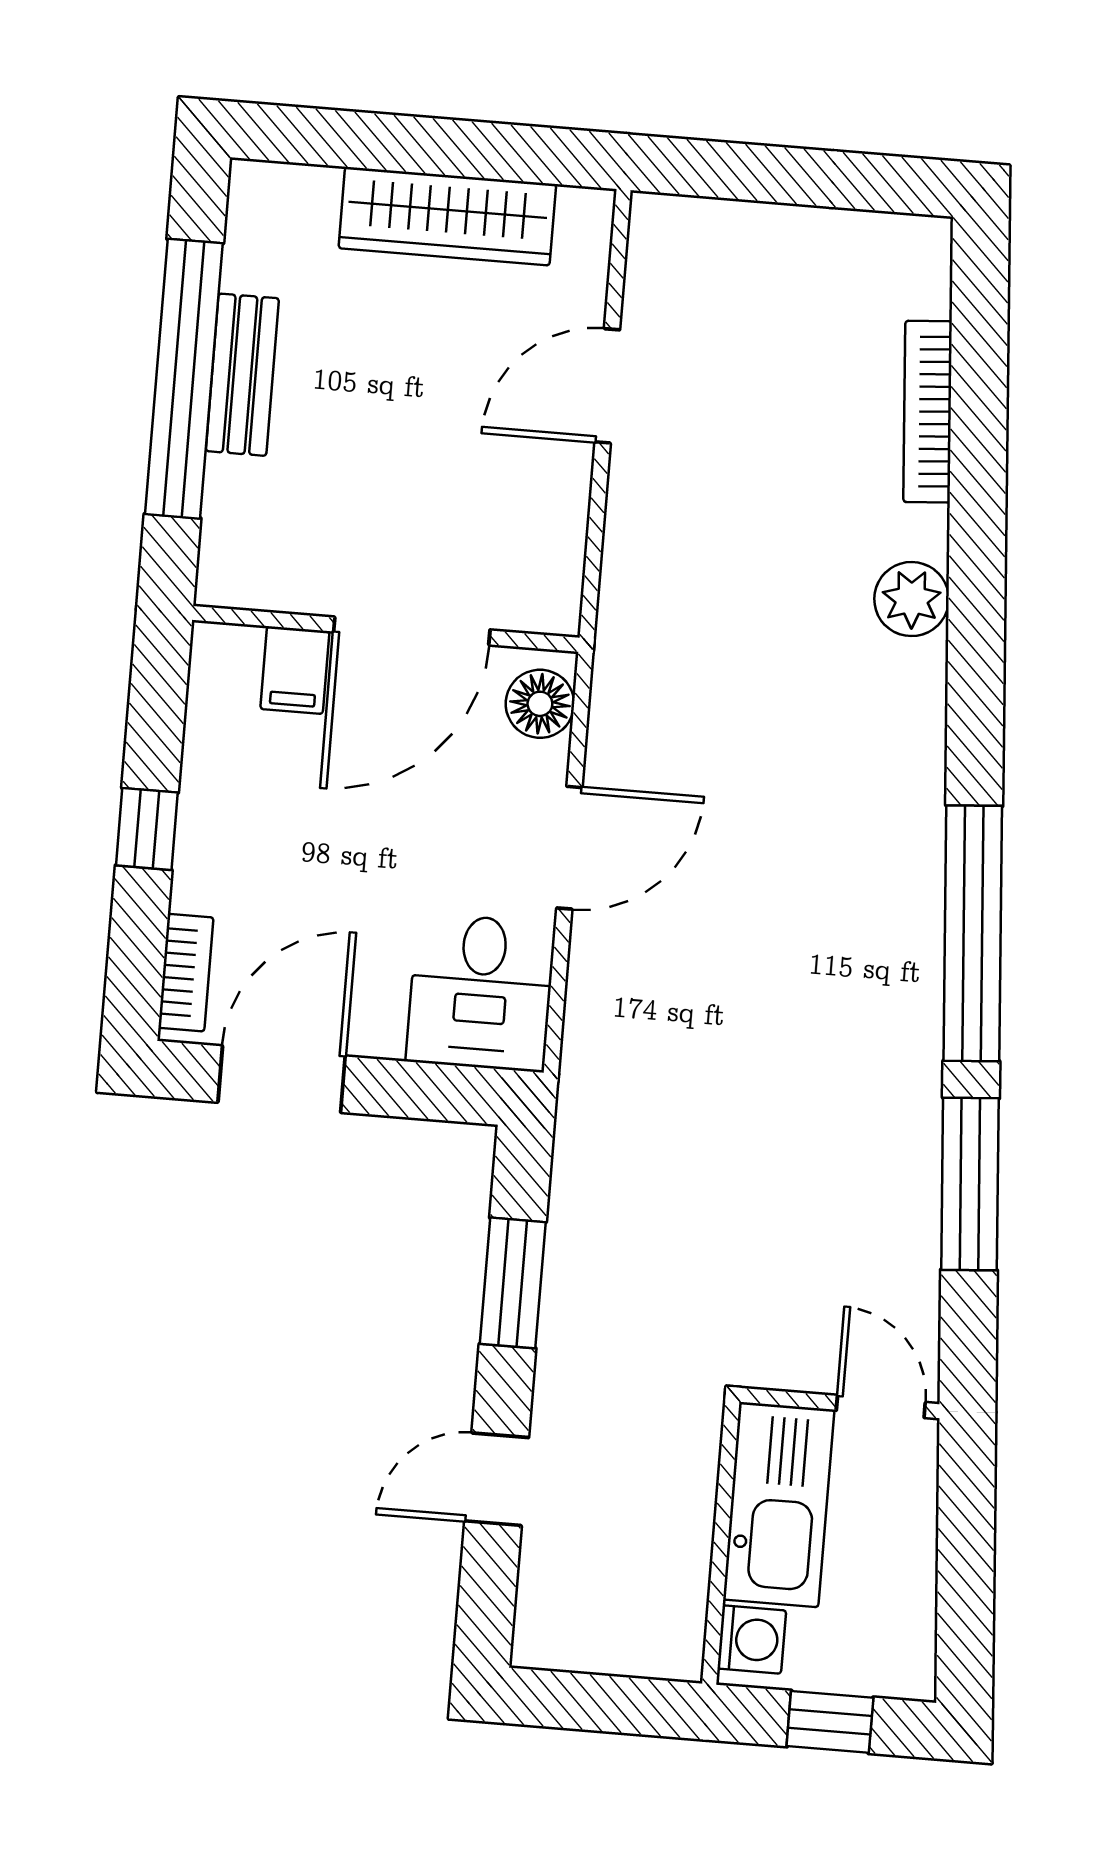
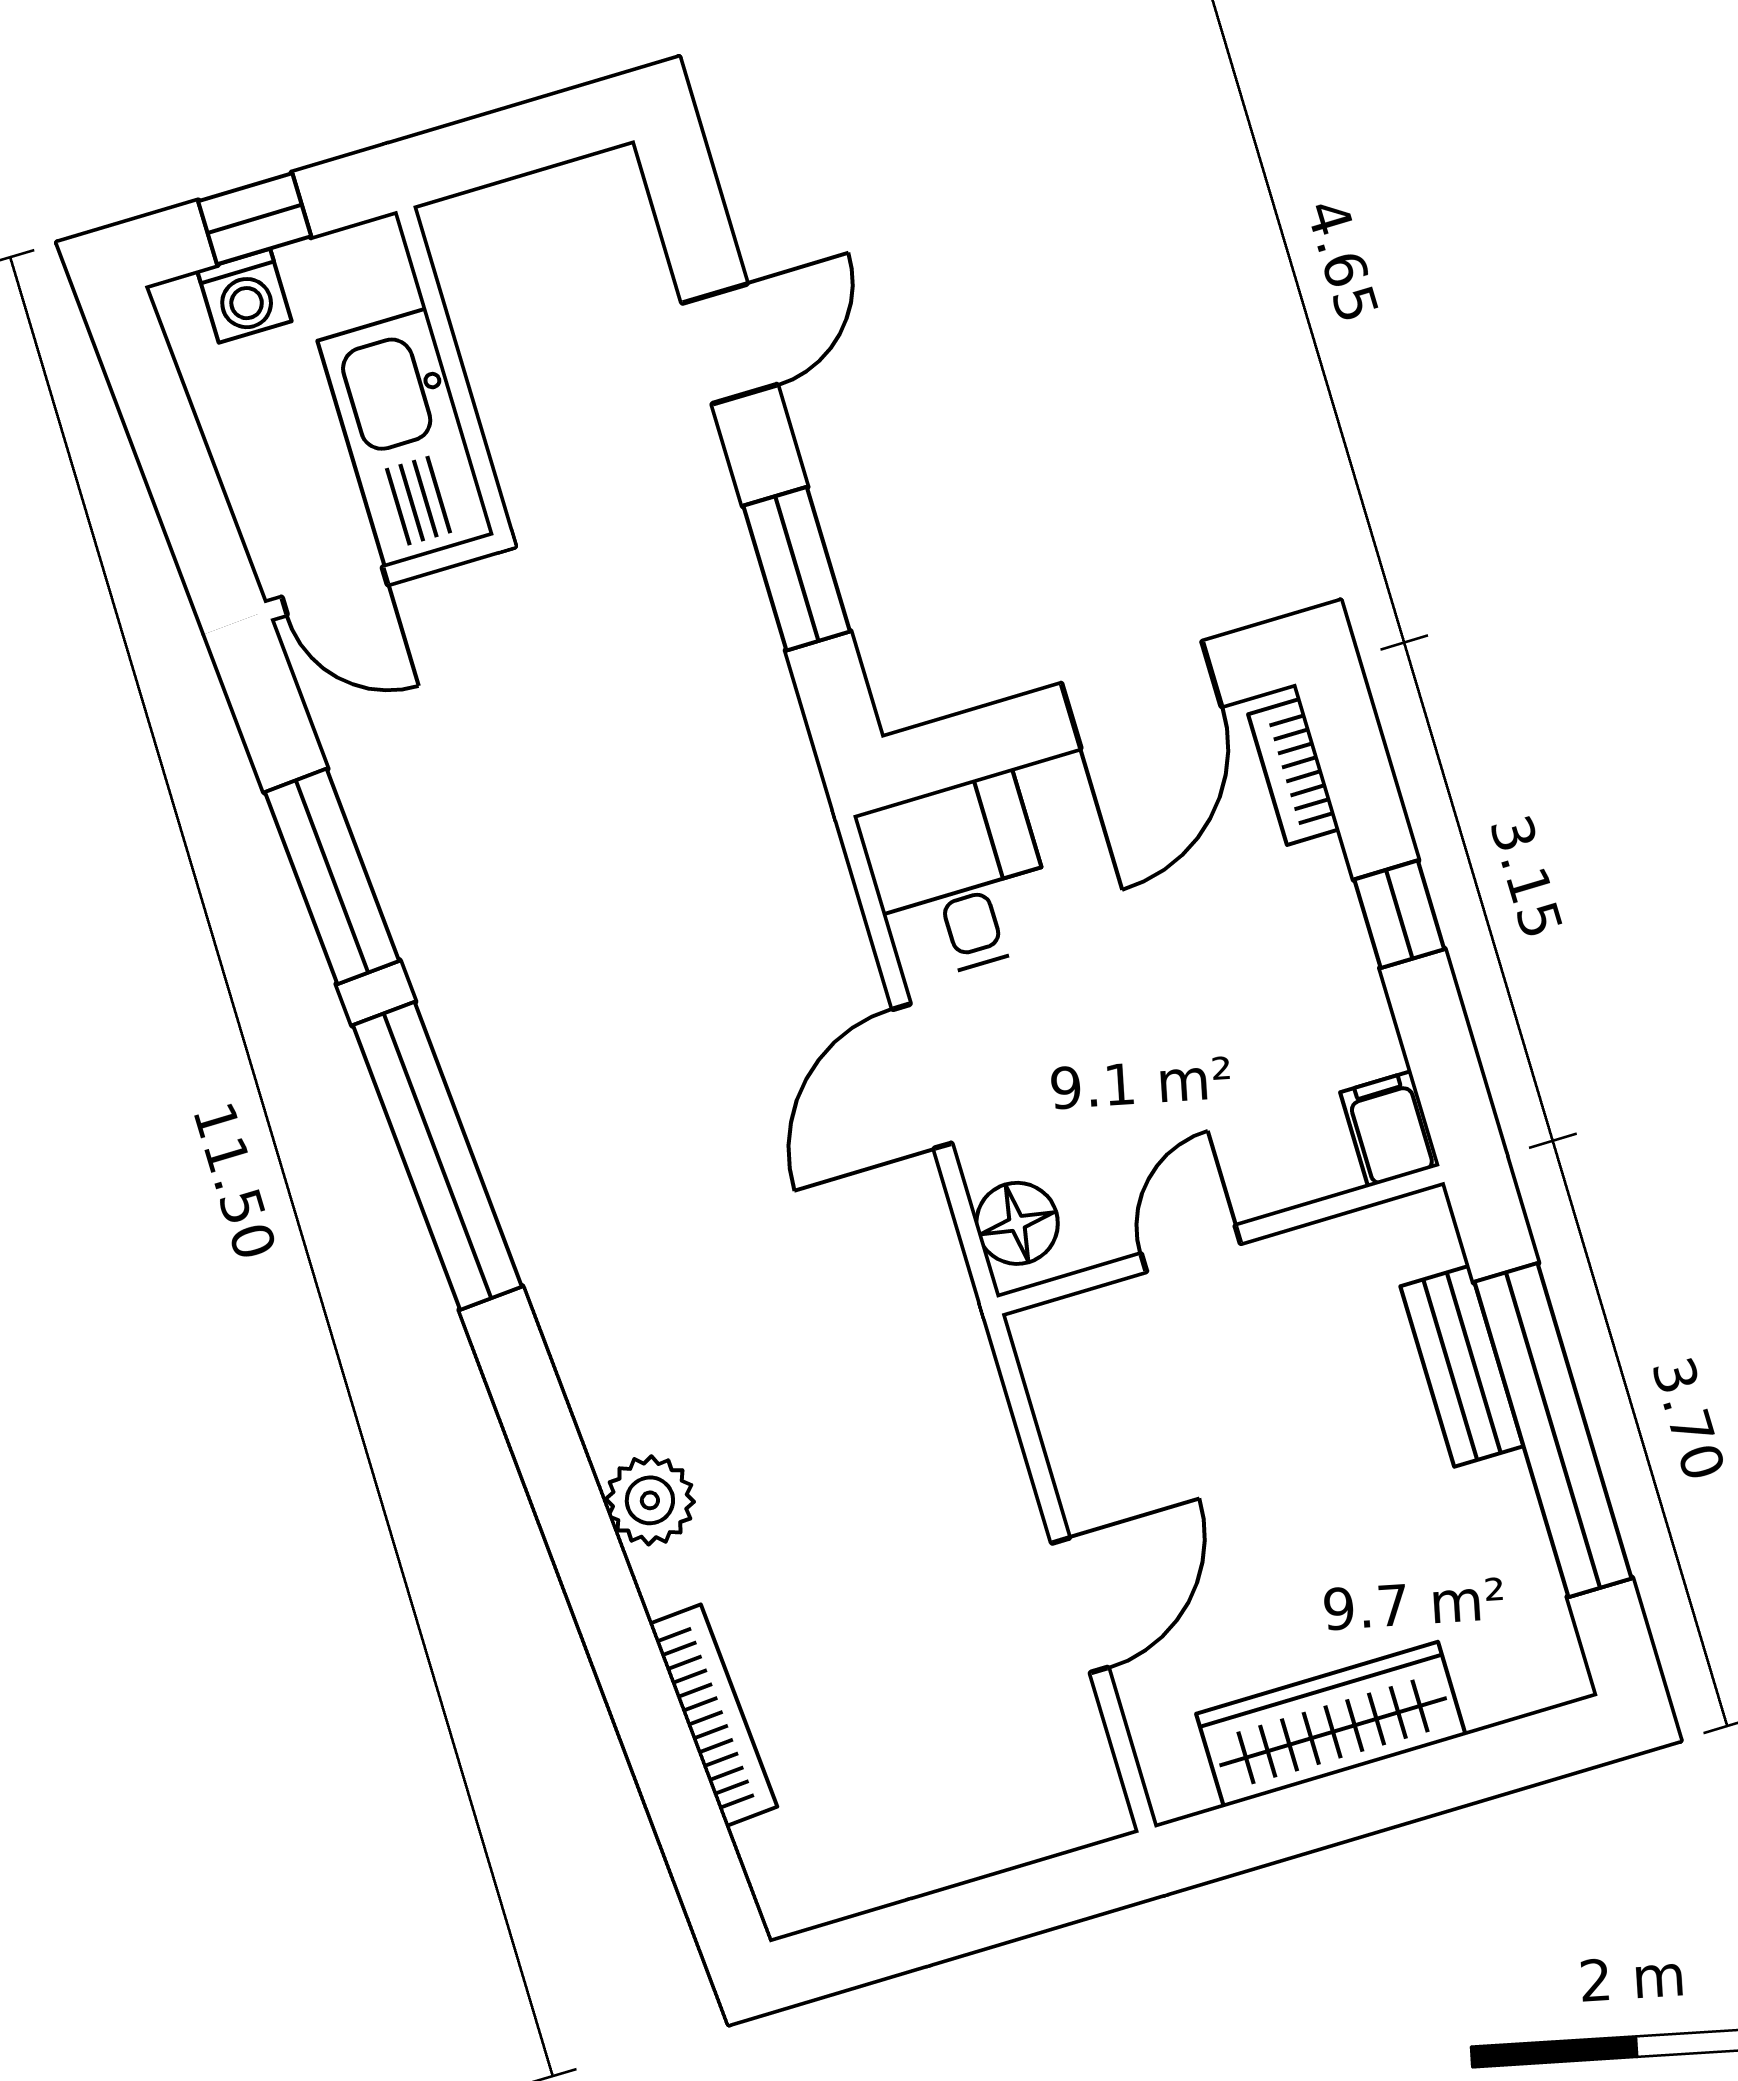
bench: (242, 375) -> (1462, 1366), moved
door: (412, 631) -> (1191, 1249), width x0.53
filing cabinet: (295, 670) -> (1390, 1129), moved
washing machine: (752, 1639) -> (244, 296), moved, turned -90

